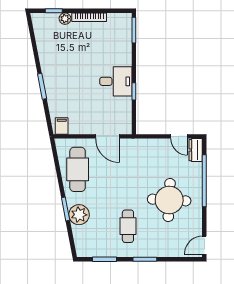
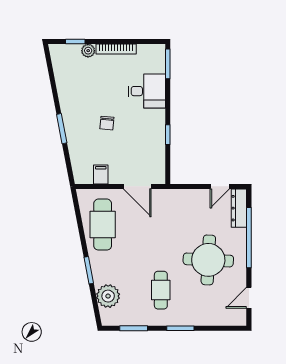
chair: (81, 81) -> (107, 123), added
desk: (116, 81) -> (147, 91), moved
filing cabinet: (62, 126) -> (101, 175), moved
door: (179, 136) -> (220, 186), hinge flipped
dresser: (196, 150) -> (239, 208), width x1.44
plant: (79, 215) -> (108, 296), moved
door: (204, 245) -> (249, 298), moved

